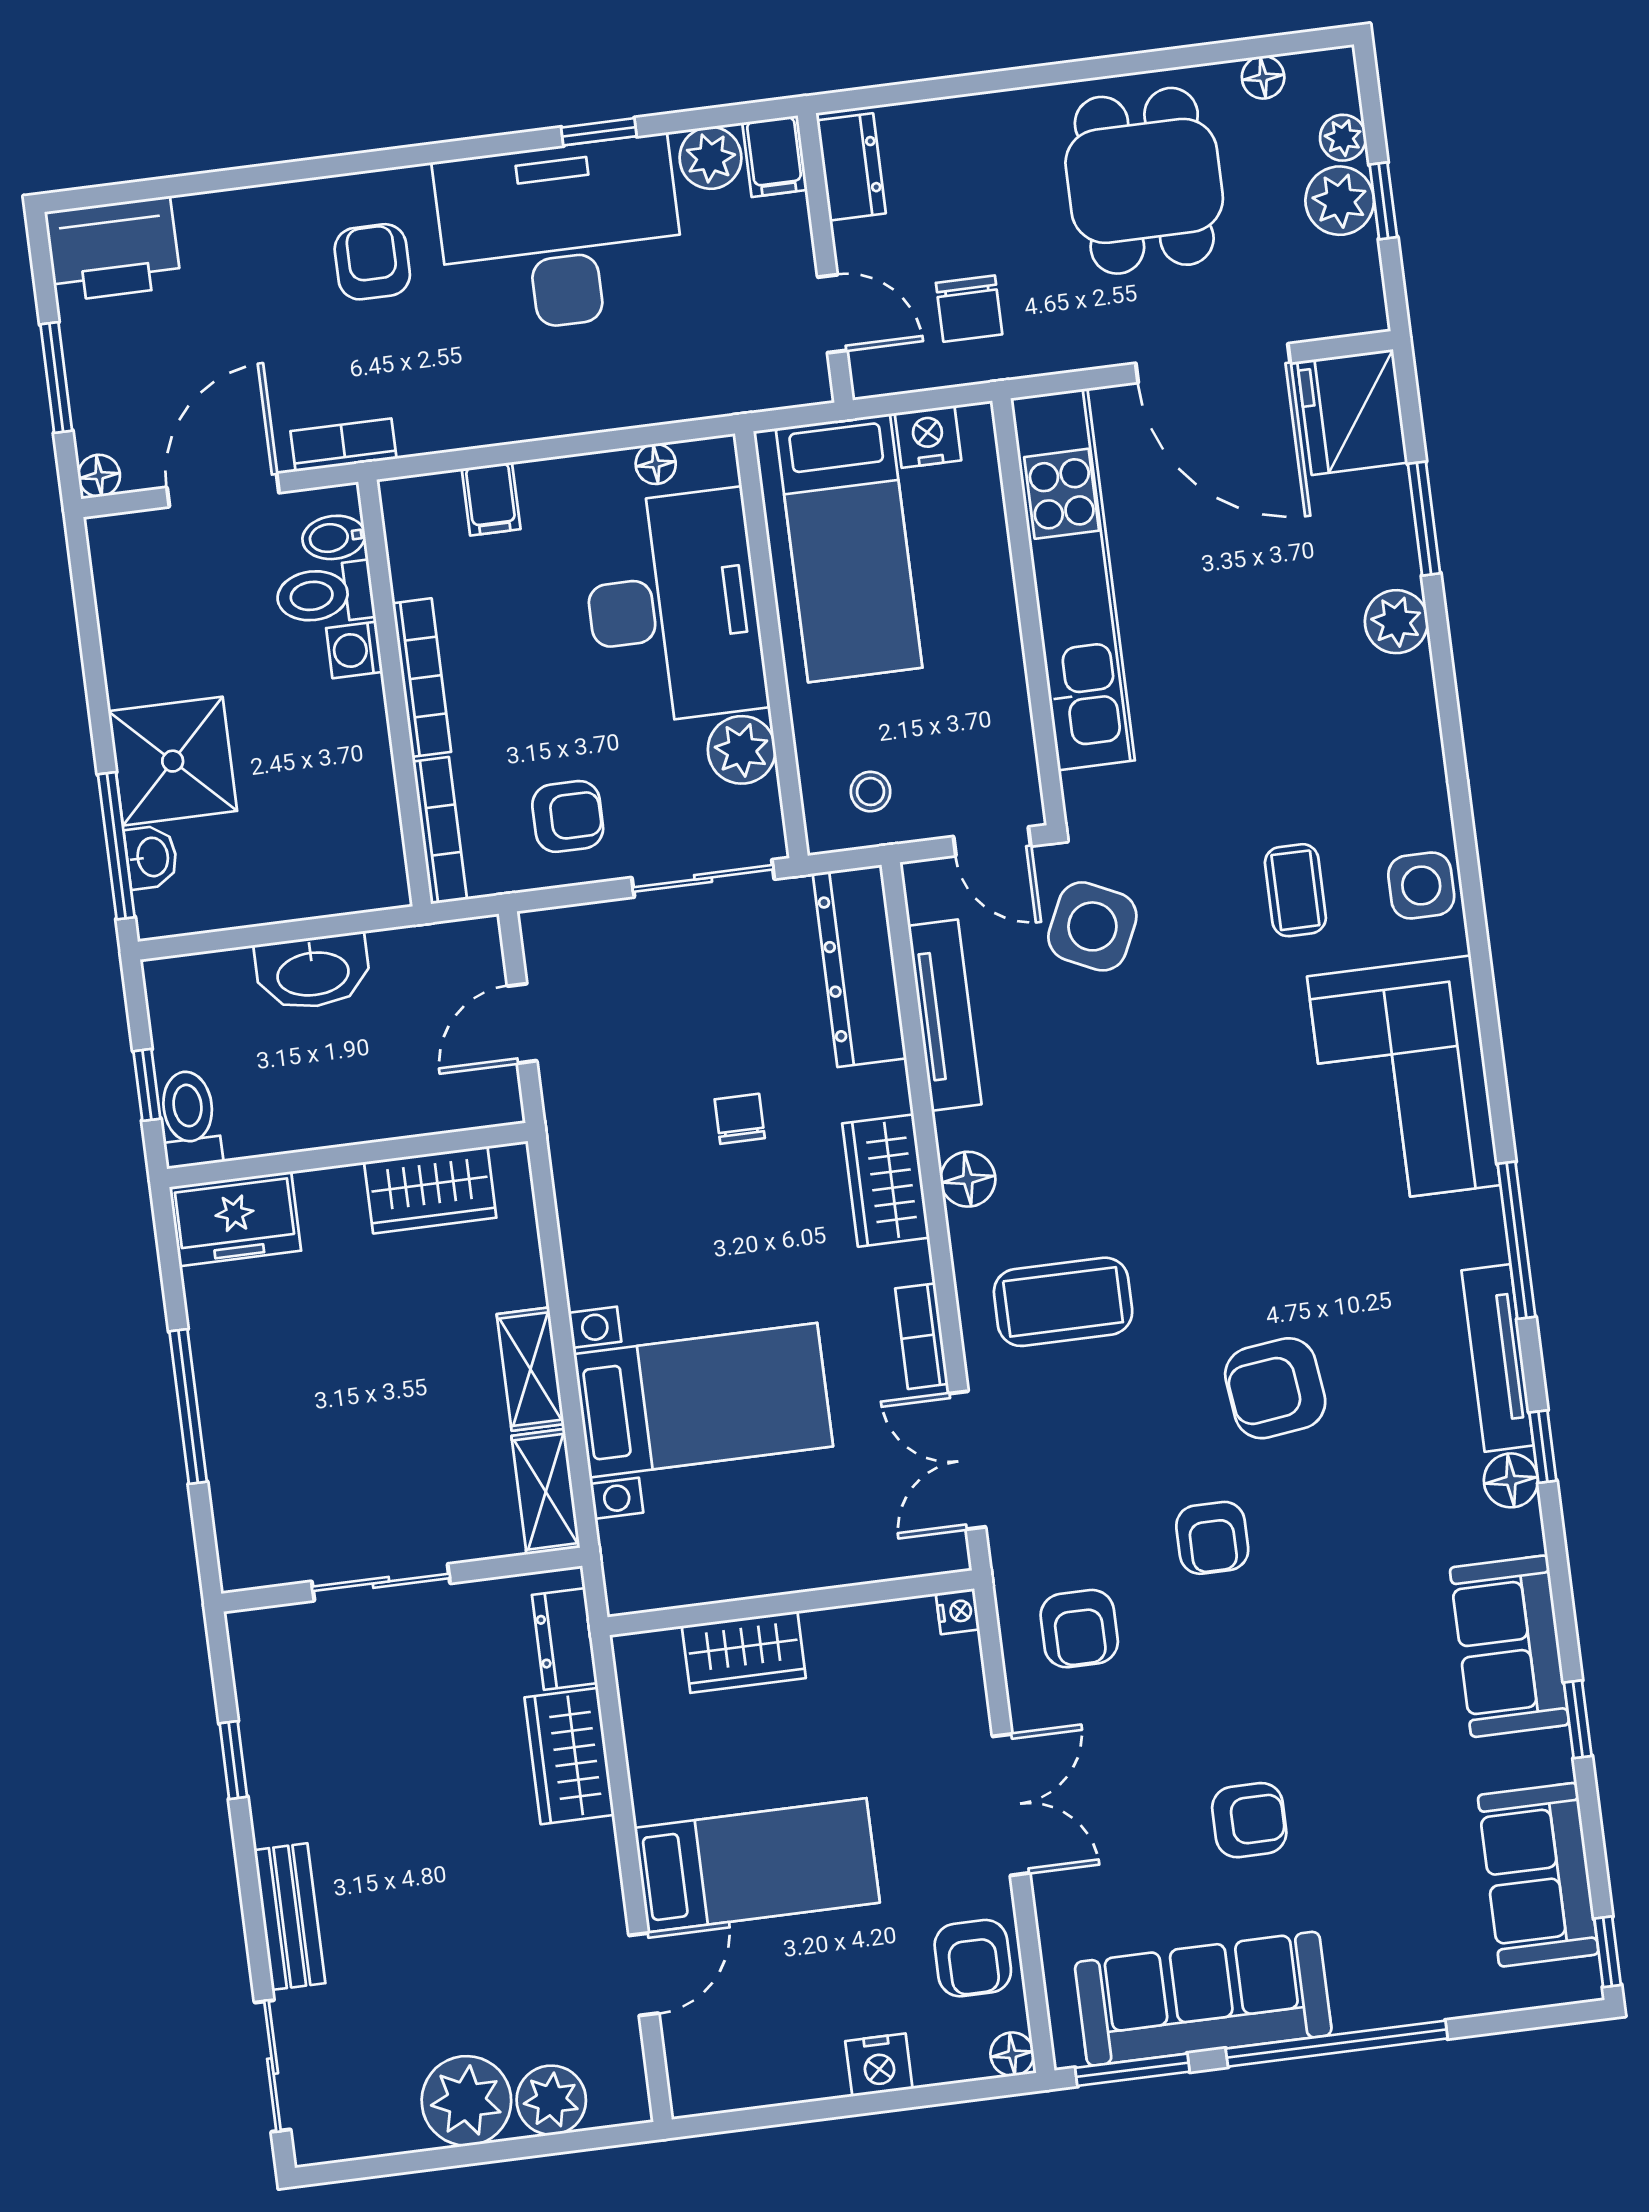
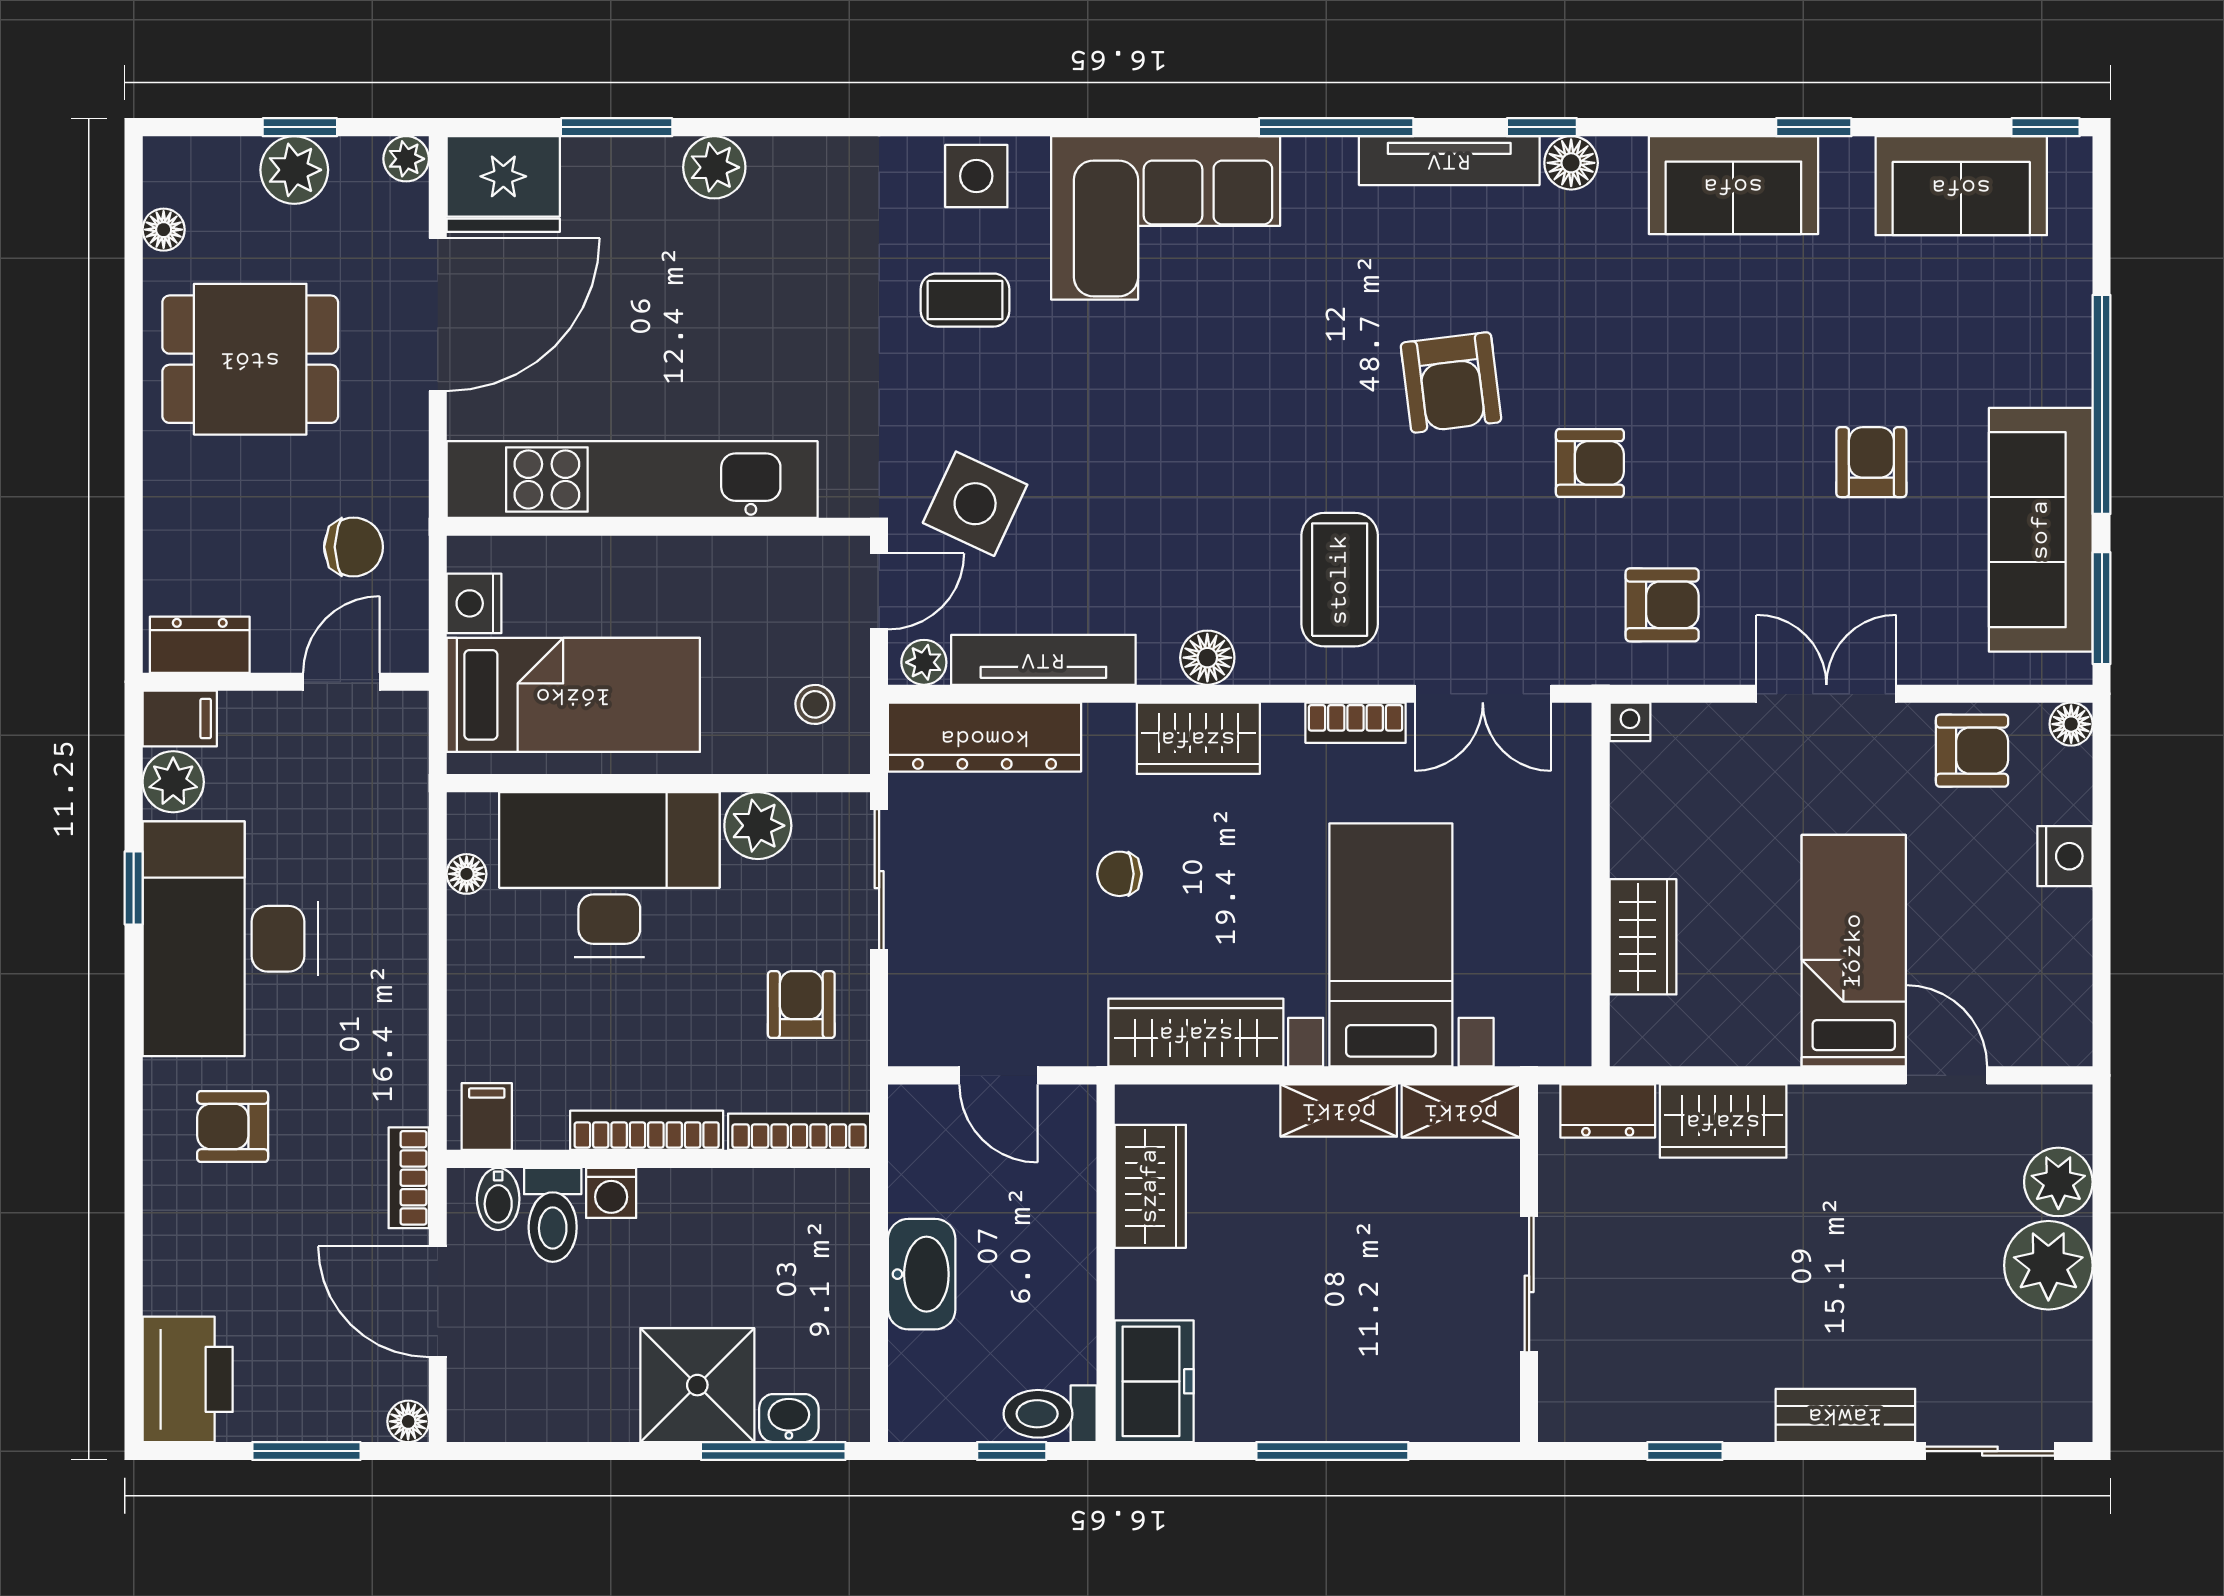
plant: (1343, 138) -> (406, 159), moved
filing cabinet: (491, 499) -> (487, 1116), moved, turned -90
plant: (927, 896) -> (924, 662), added
wardrobe: (590, 1216) -> (1196, 1033), added

